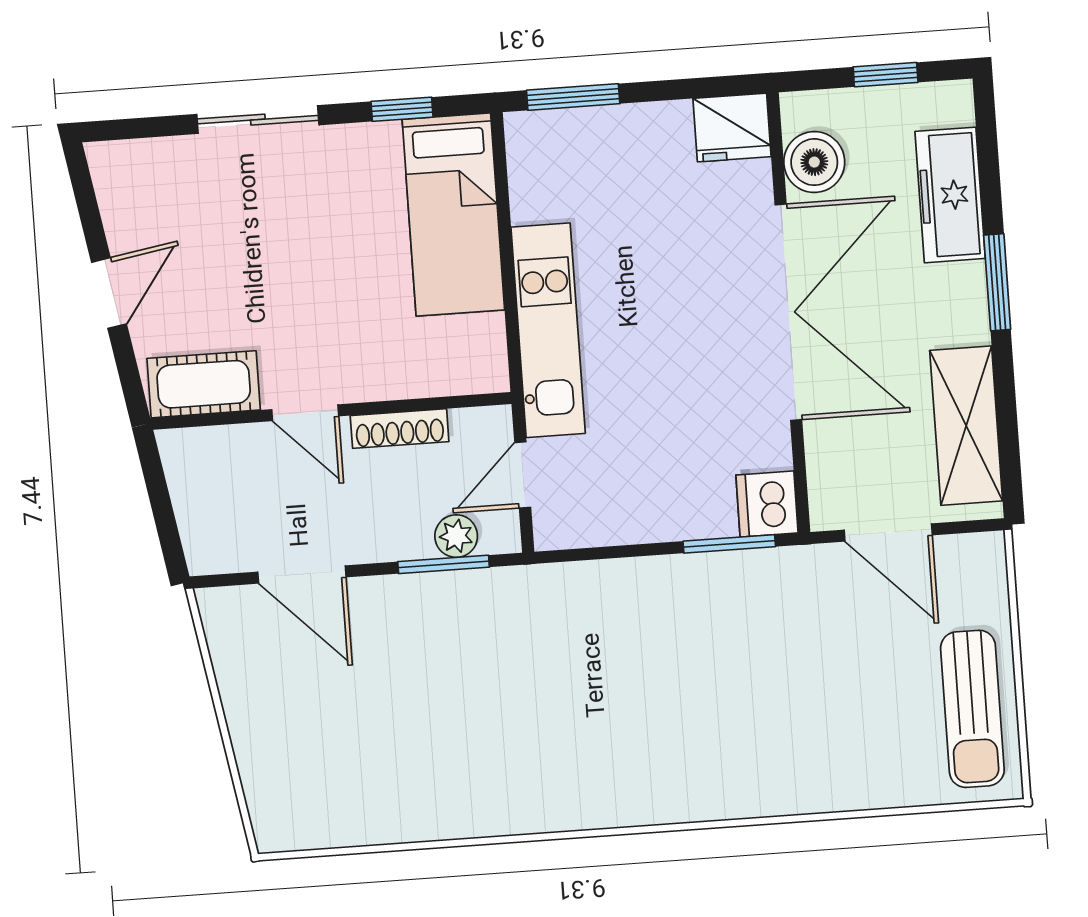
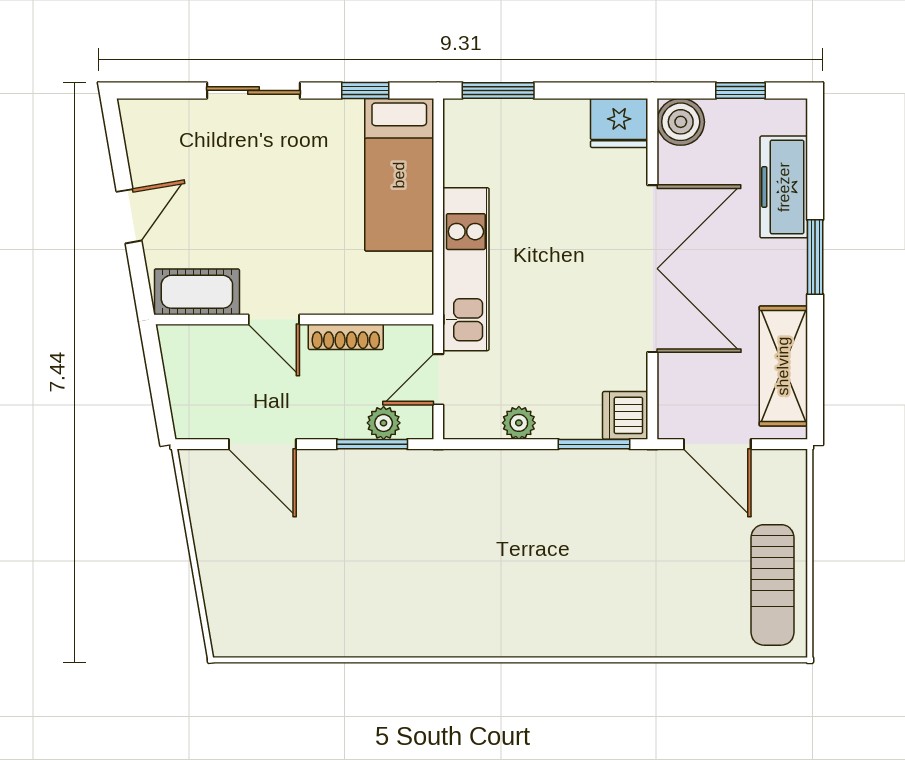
boiler: (814, 162) -> (681, 122), moved
plant: (631, 523) -> (519, 423), added

